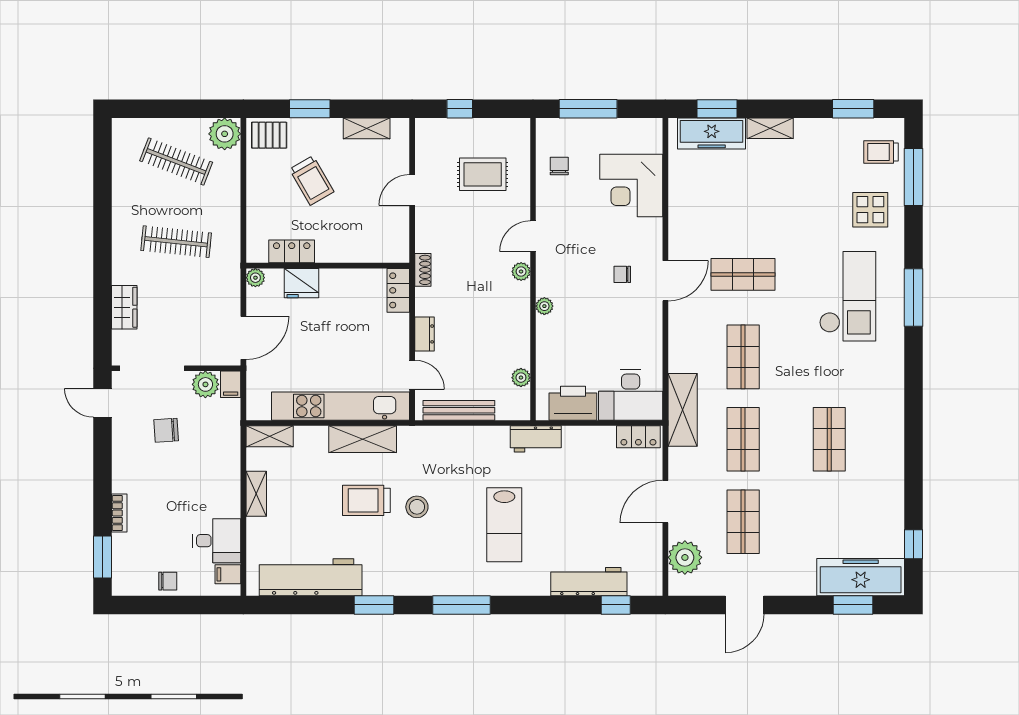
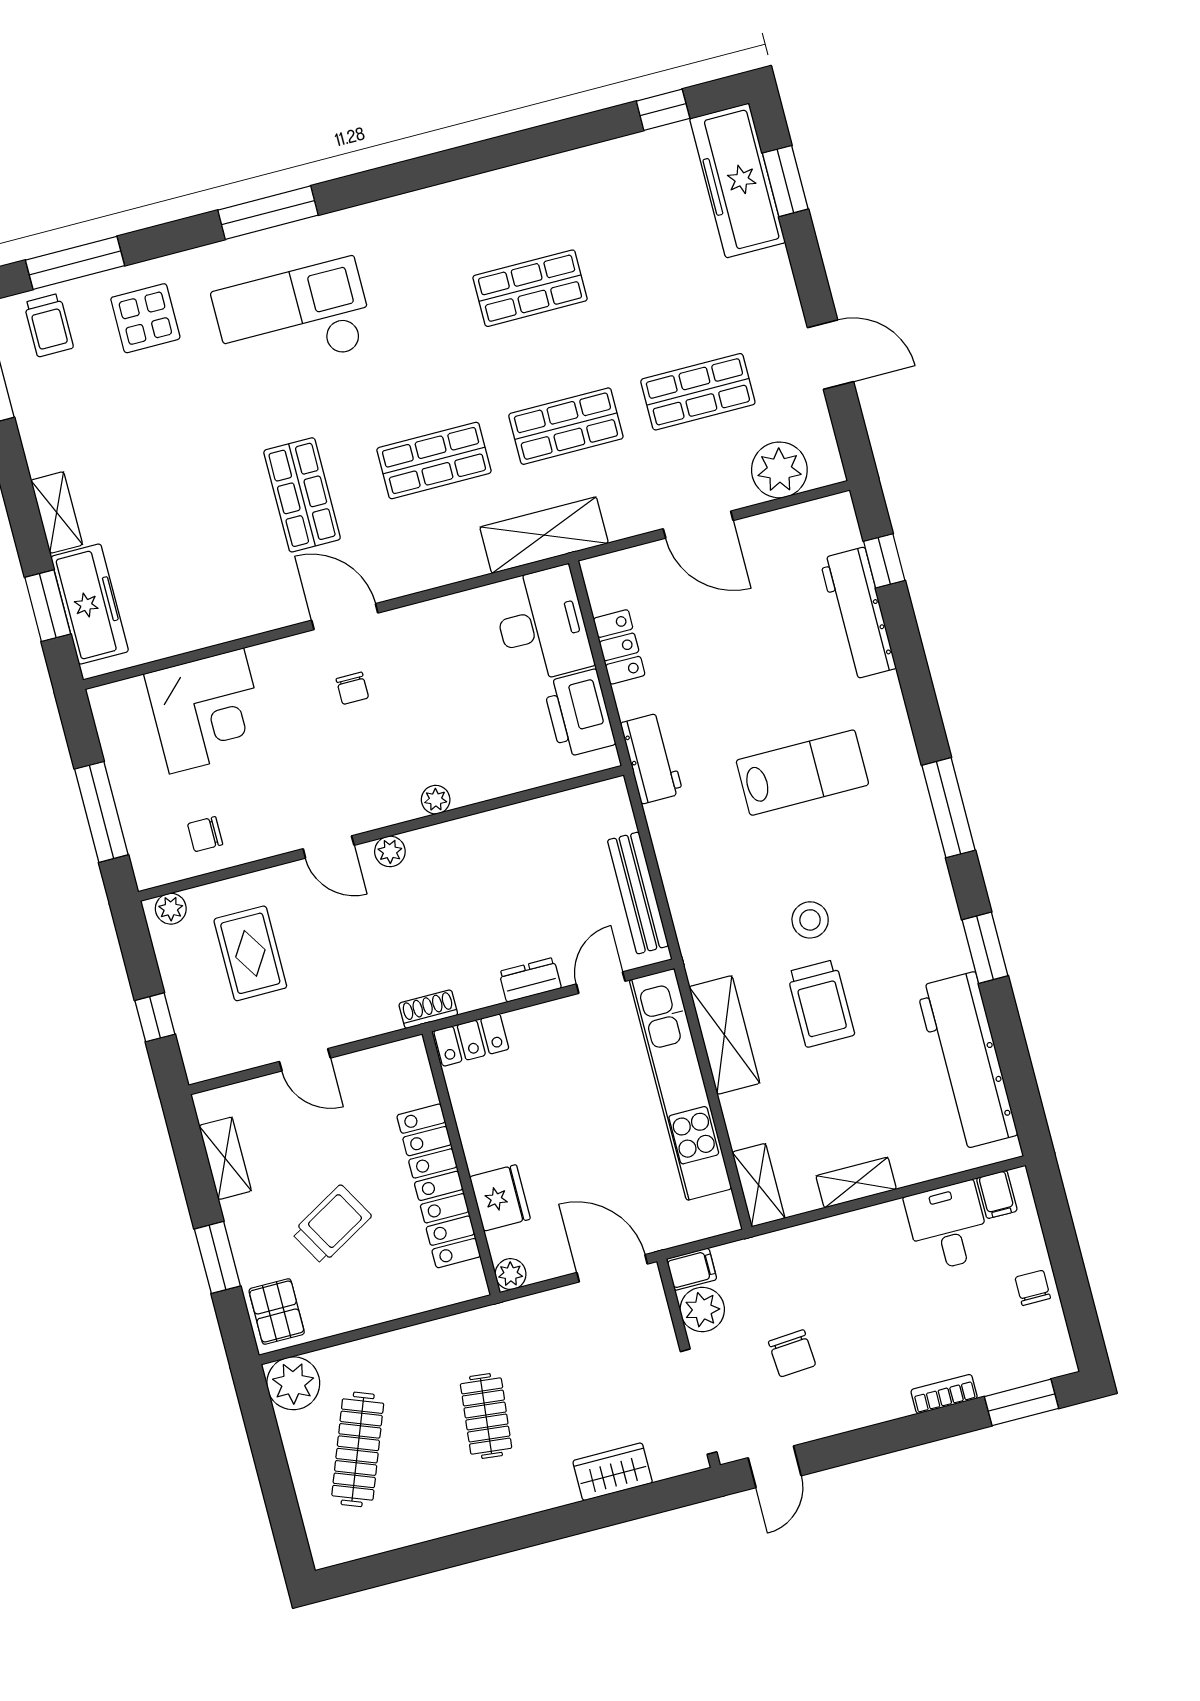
clothes rail: (176, 242) -> (486, 1416), width x0.73
locker: (292, 251) -> (439, 1186), width x2.16, depth x1.21
plant: (521, 378) -> (171, 909), moved
locker: (638, 437) -> (619, 647), moved

